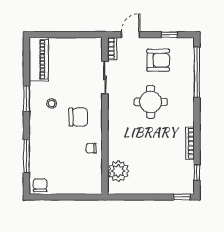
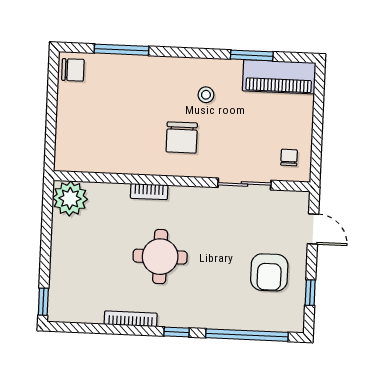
bookcase: (112, 49) -> (149, 192), moved
window: (26, 98) -> (252, 55), moved
round table: (151, 102) -> (160, 257), moved
chair: (91, 148) -> (289, 158), moved
plant: (118, 171) -> (70, 198), moved
window: (197, 173) -> (177, 332), moved

